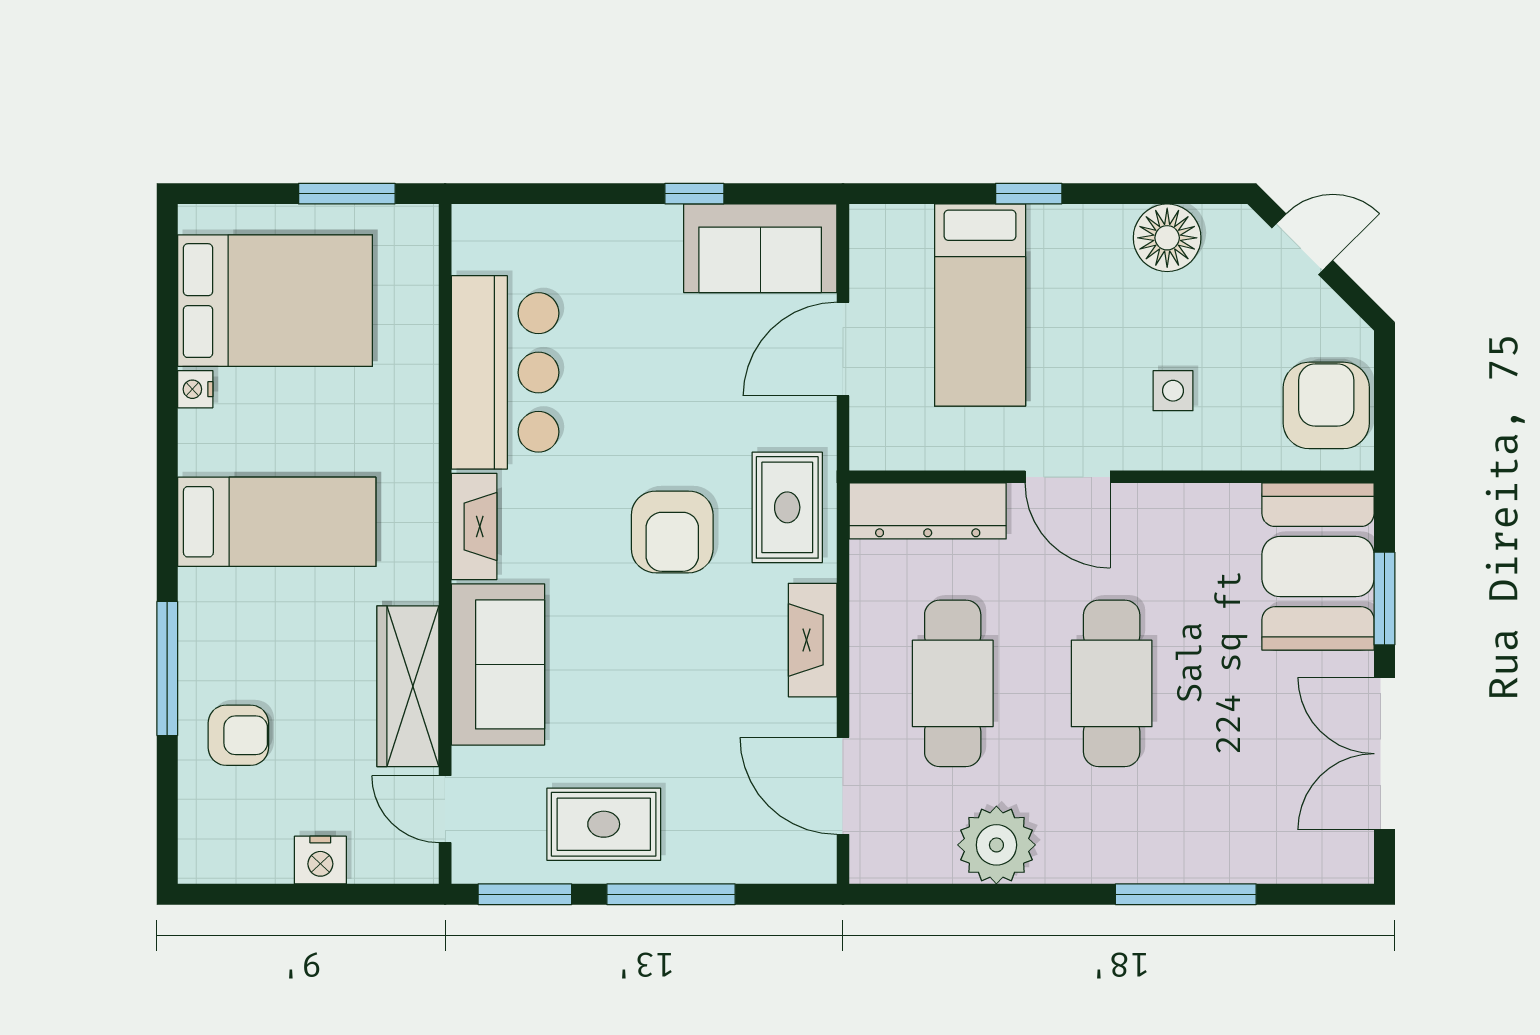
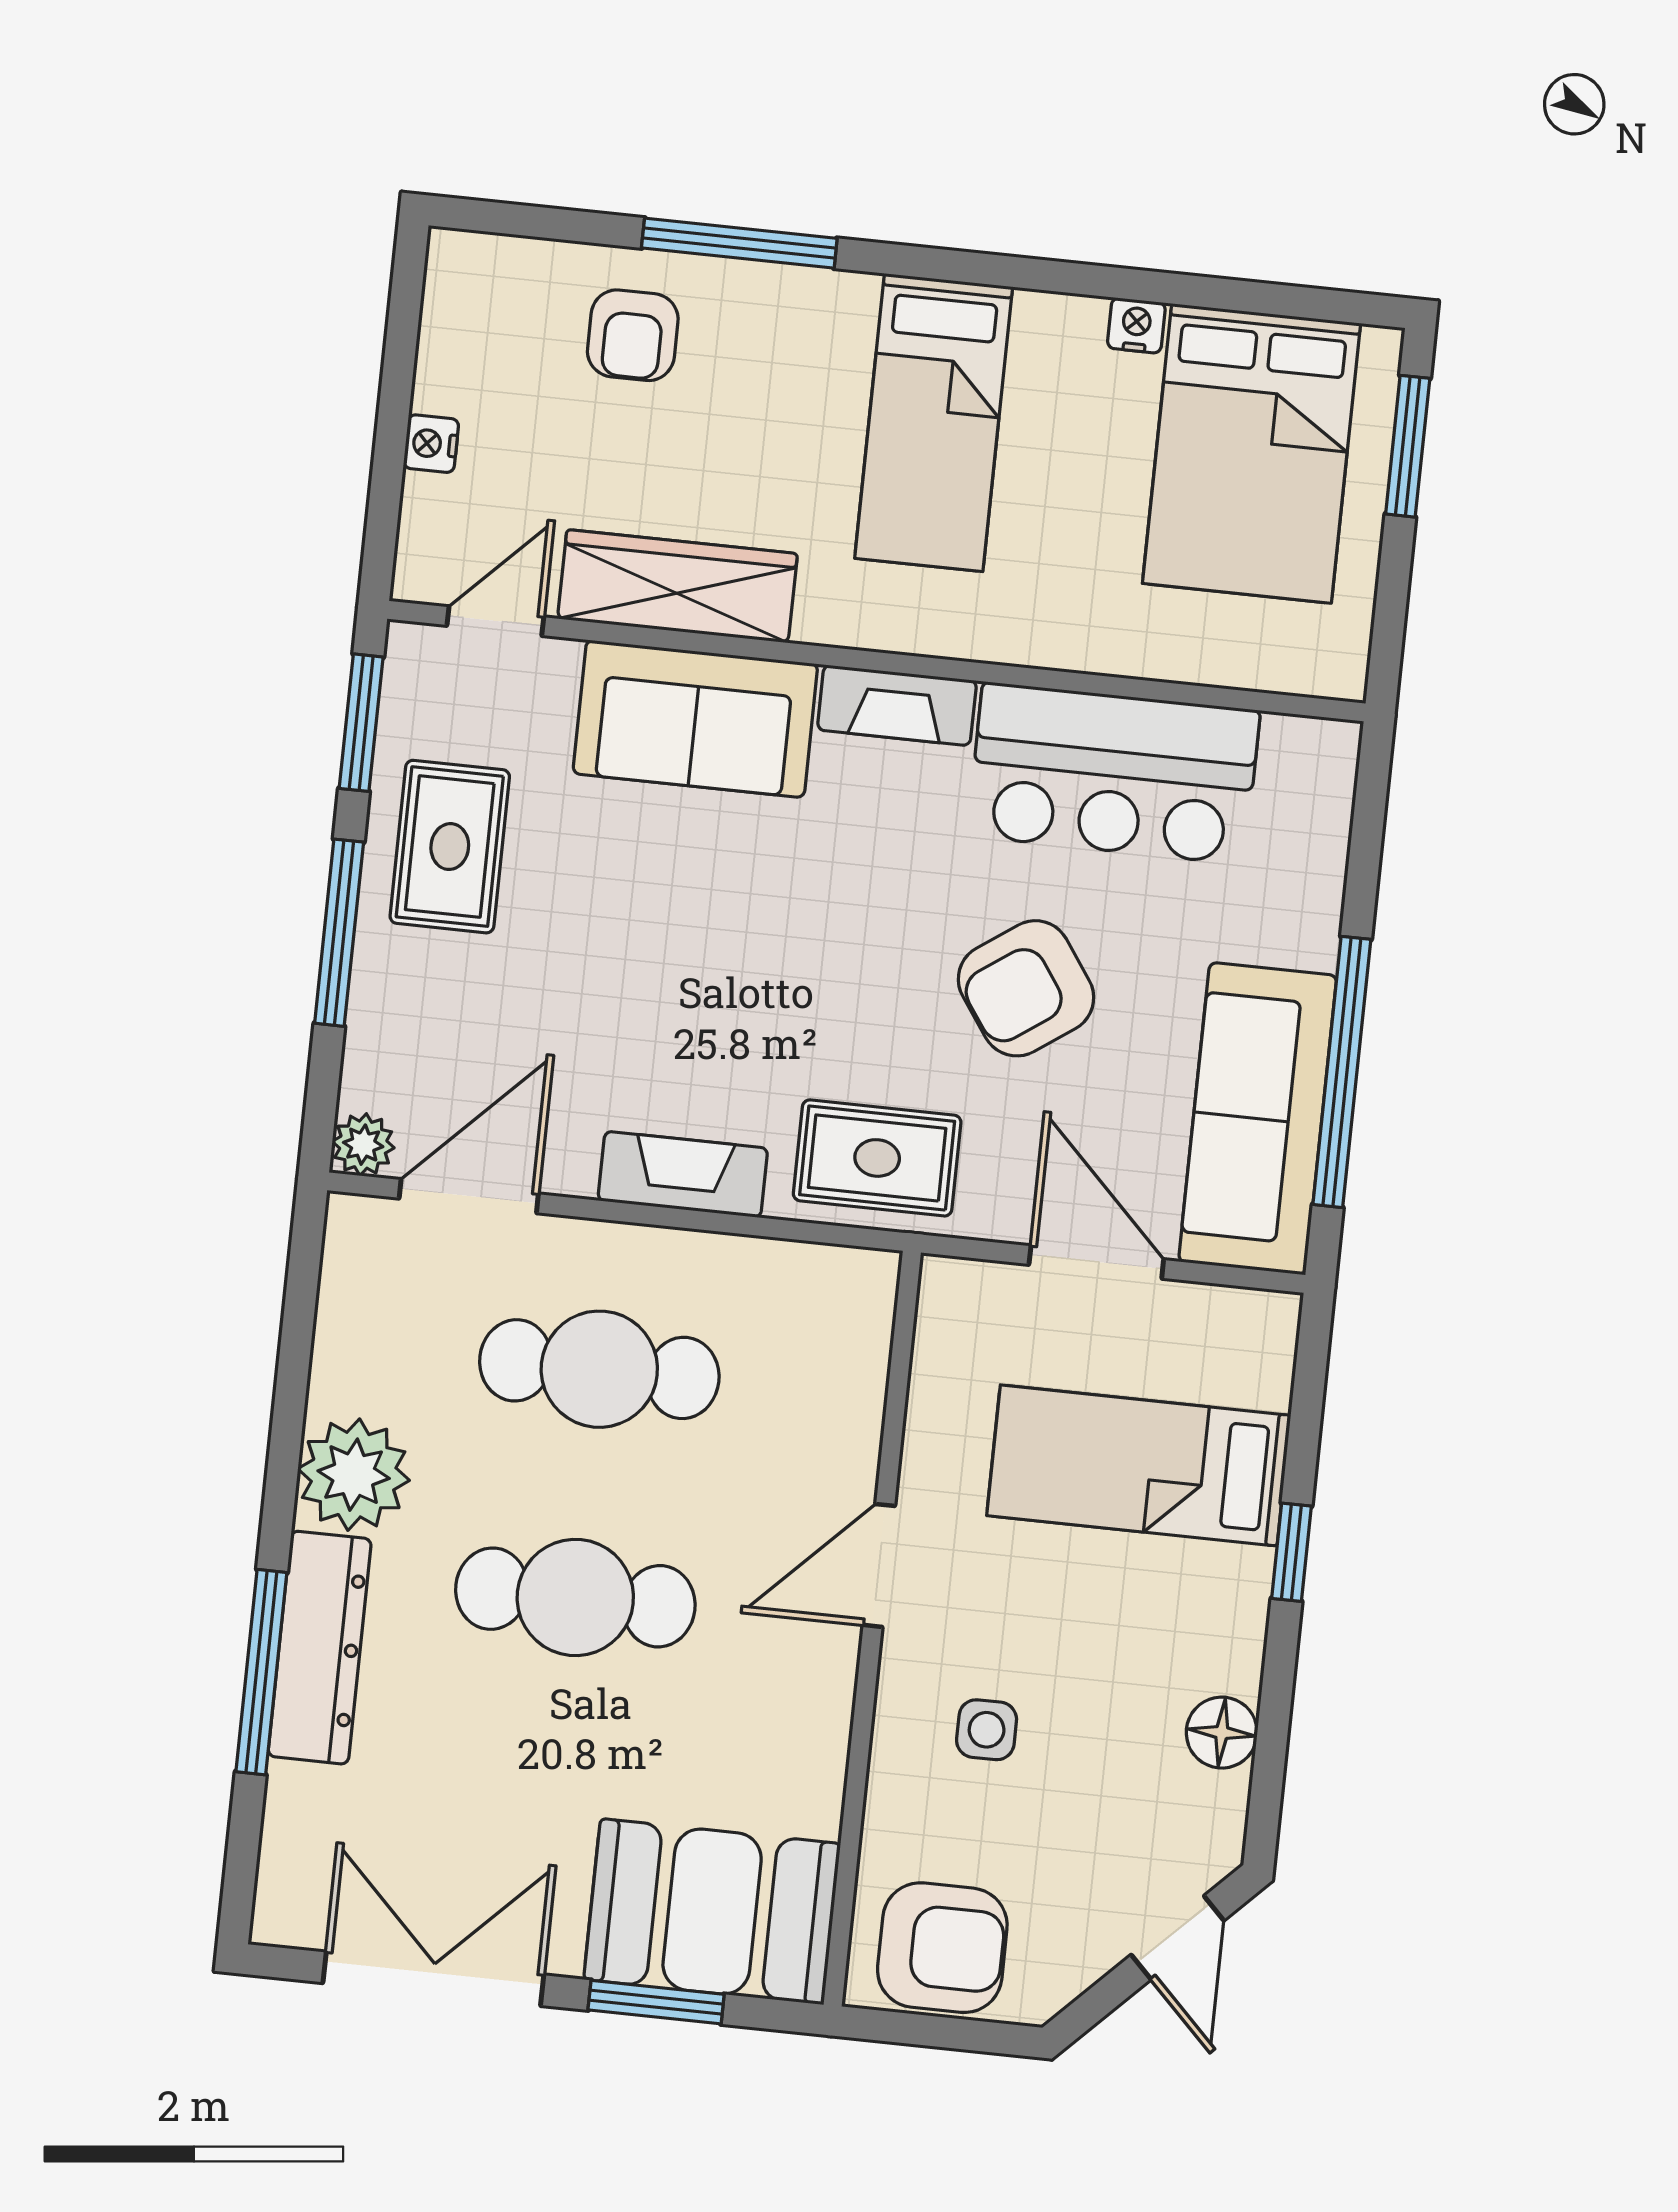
window: (347, 194) -> (1408, 446), moved
window: (694, 194) -> (1342, 1072), width x3.17
floor lamp: (1167, 238) -> (1222, 1733), width x0.73, depth x0.73
sofa: (760, 248) -> (1258, 1119), width x1.36
dresser: (928, 511) -> (320, 1648), moved, turned 180
armchair: (672, 532) -> (1026, 988), moved, turned -35
plant: (996, 845) -> (354, 1475), moved
nightstand: (320, 860) -> (431, 444), width x0.72, depth x0.74
plant: (815, 862) -> (363, 1145), added

